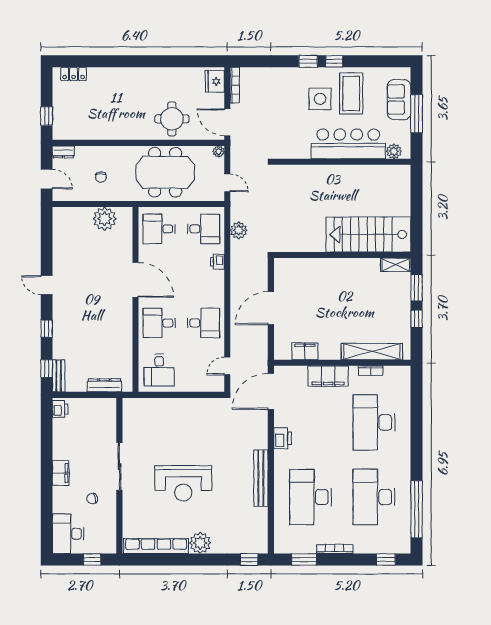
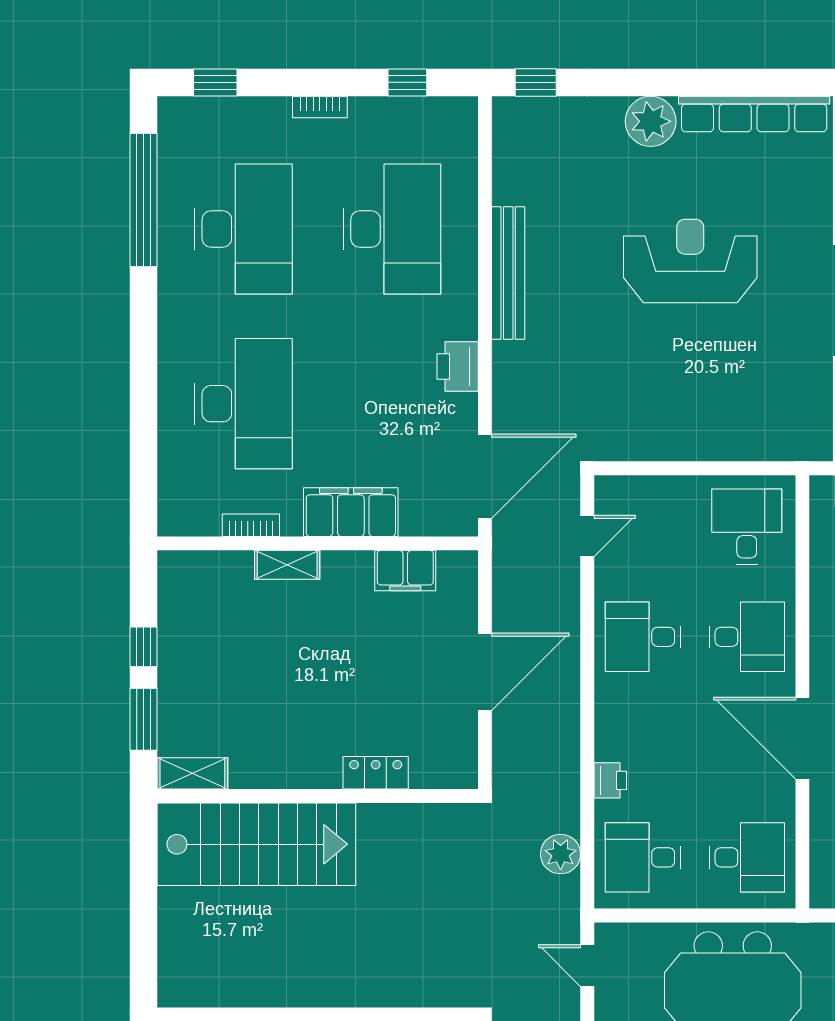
locker: (317, 265) -> (376, 773), added
shelving: (372, 352) -> (287, 565), width x0.45, depth x0.75
bookcase: (335, 549) -> (320, 107), width x0.64
window: (304, 559) -> (407, 82), width x0.67

